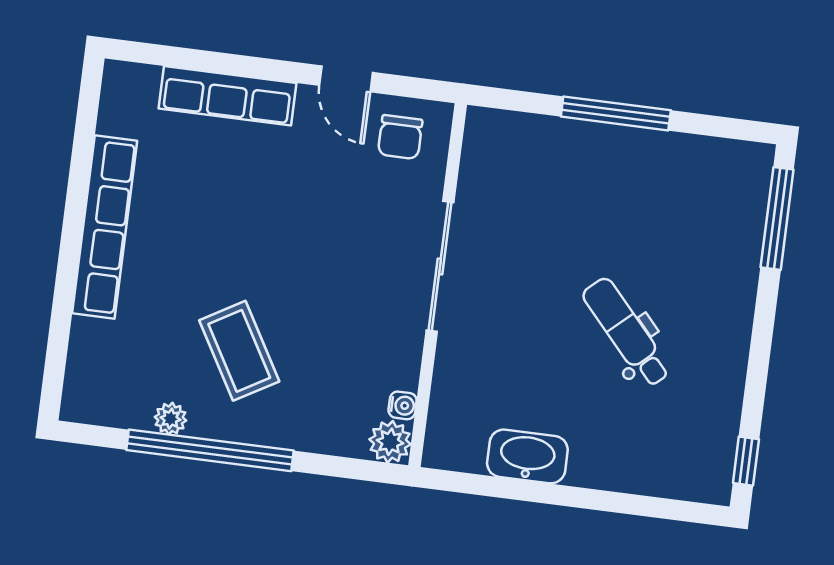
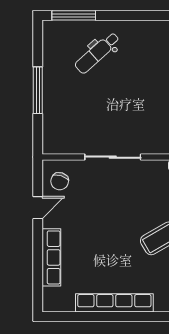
chair: (400, 137) -> (60, 181), turned 108
dental chair: (627, 332) -> (97, 53), moved

